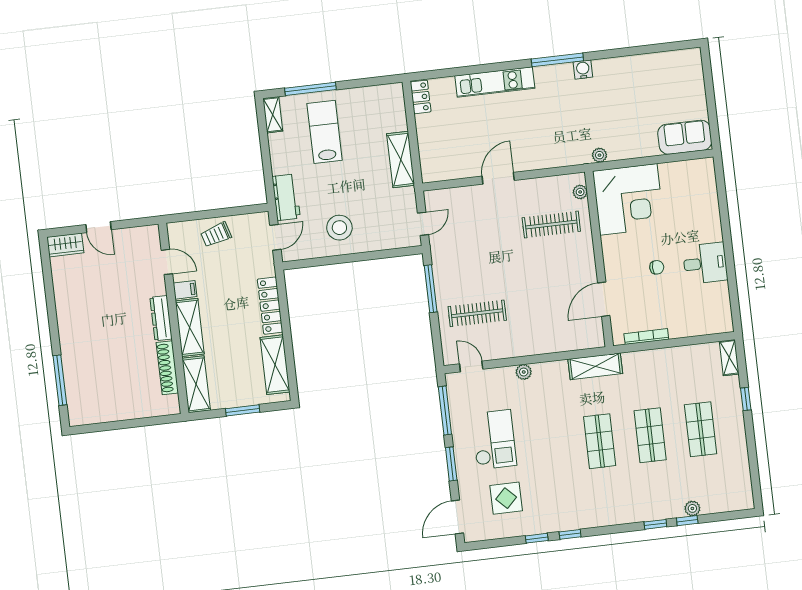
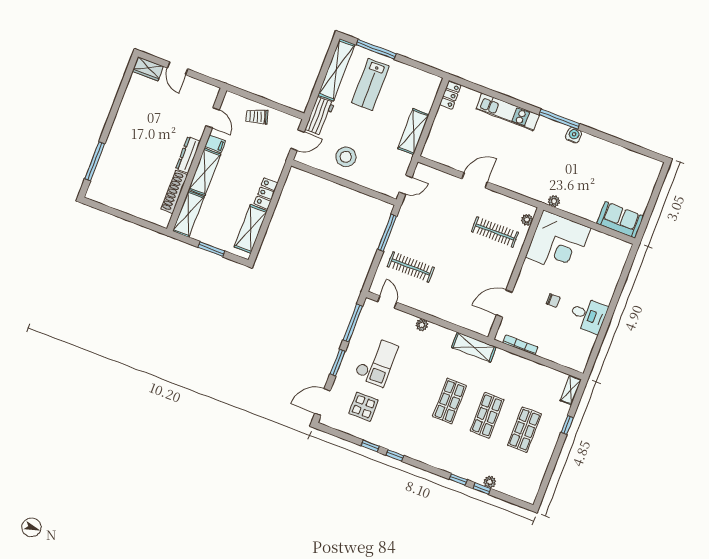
shelving: (273, 115) -> (336, 70), width x2.20, depth x1.33
lab bench: (325, 132) -> (370, 85), turned 180
locker: (270, 306) -> (266, 193), width x0.66

